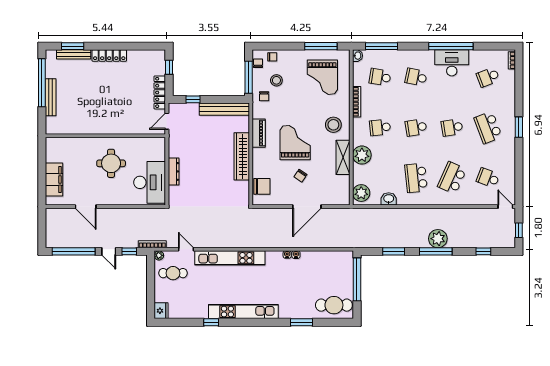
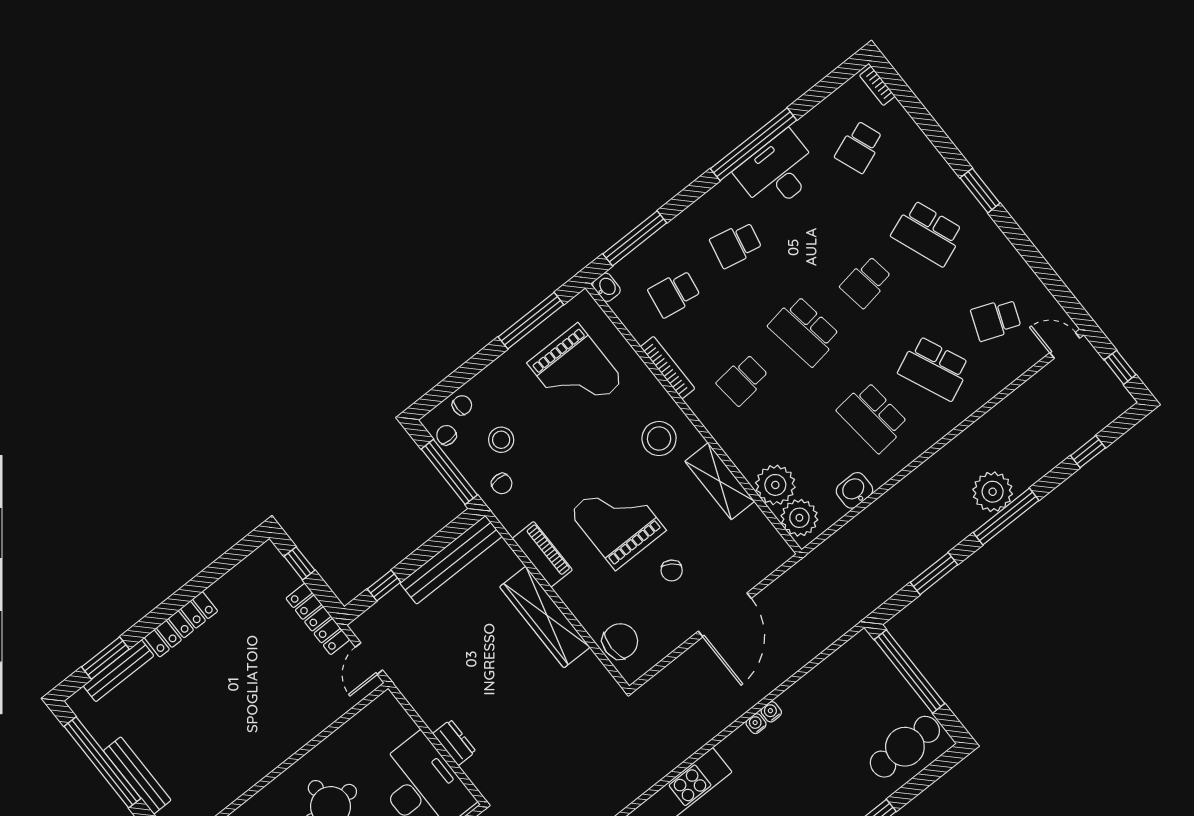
school desk: (416, 127) -> (804, 331), width x1.85
plant: (362, 155) -> (775, 485), moved
dresser: (174, 171) -> (454, 743), width x0.70
school desk: (452, 178) -> (934, 368), turned -48

